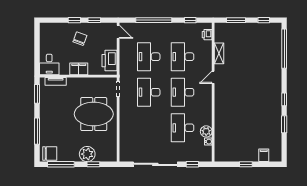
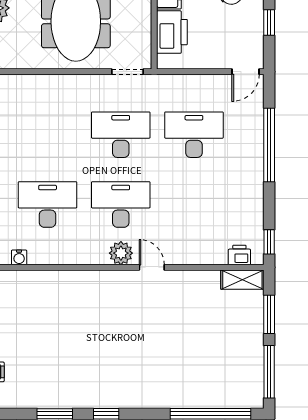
window: (190, 20) -> (269, 242), moved
window: (264, 20) -> (269, 372), width x2.17
shelving: (219, 53) -> (242, 280), moved
desk: (183, 57) -> (194, 204), removed
printer: (109, 61) -> (172, 32), moved, turned 90
plant: (206, 131) -> (121, 253), moved

